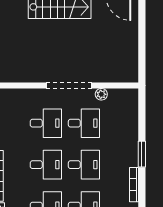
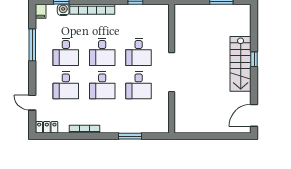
plant: (101, 94) -> (164, 100), removed
window: (142, 154) -> (130, 136), moved

